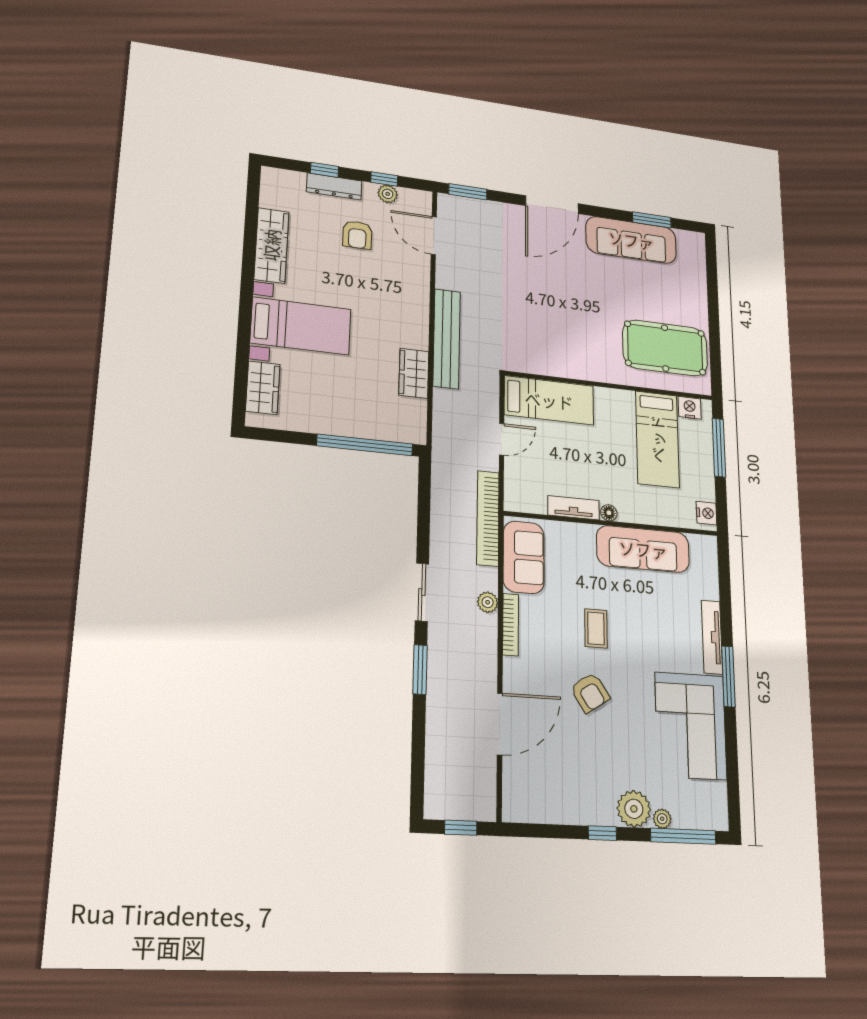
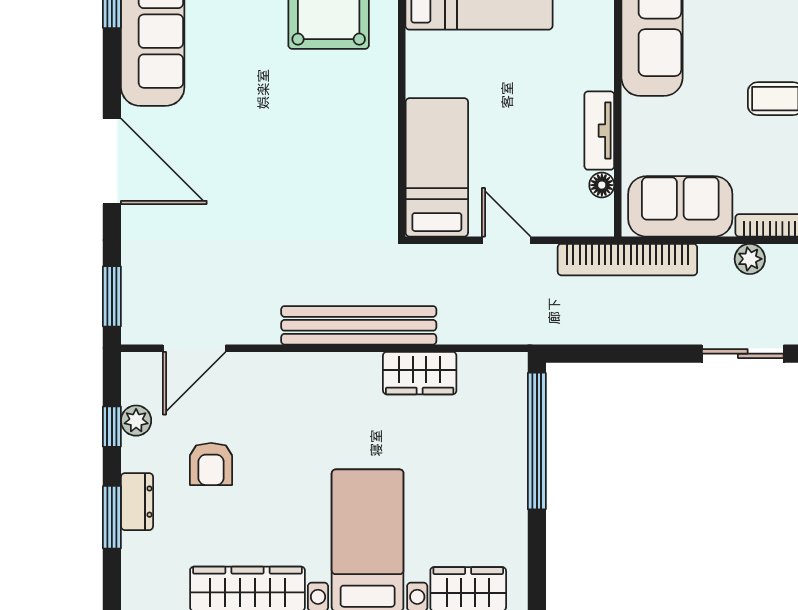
window: (324, 170) -> (112, 517), width x1.50
dresser: (334, 186) -> (137, 502), width x0.70
armchair: (357, 235) -> (211, 464), turned 90
floor lamp: (609, 513) -> (602, 185), moved

